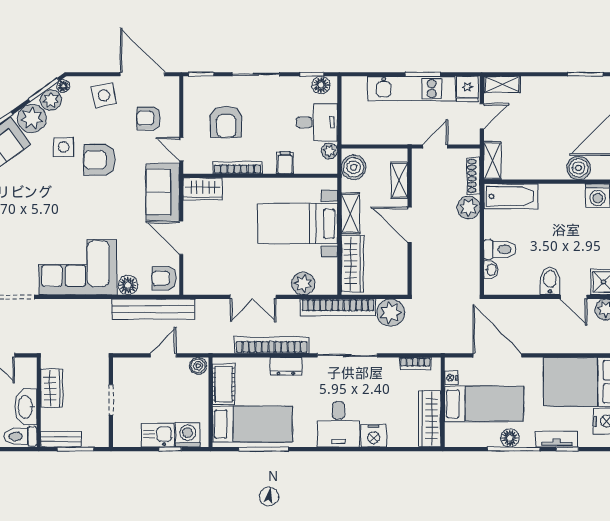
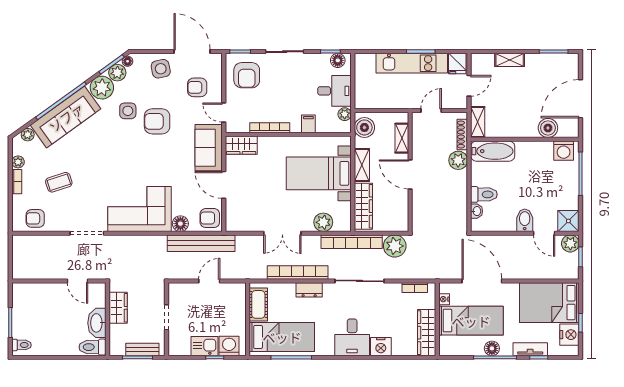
shelving: (502, 84) -> (510, 60), moved
armchair: (226, 122) -> (247, 75), moved
boiler: (198, 366) -> (237, 289), removed
bench: (61, 439) -> (142, 350), moved

